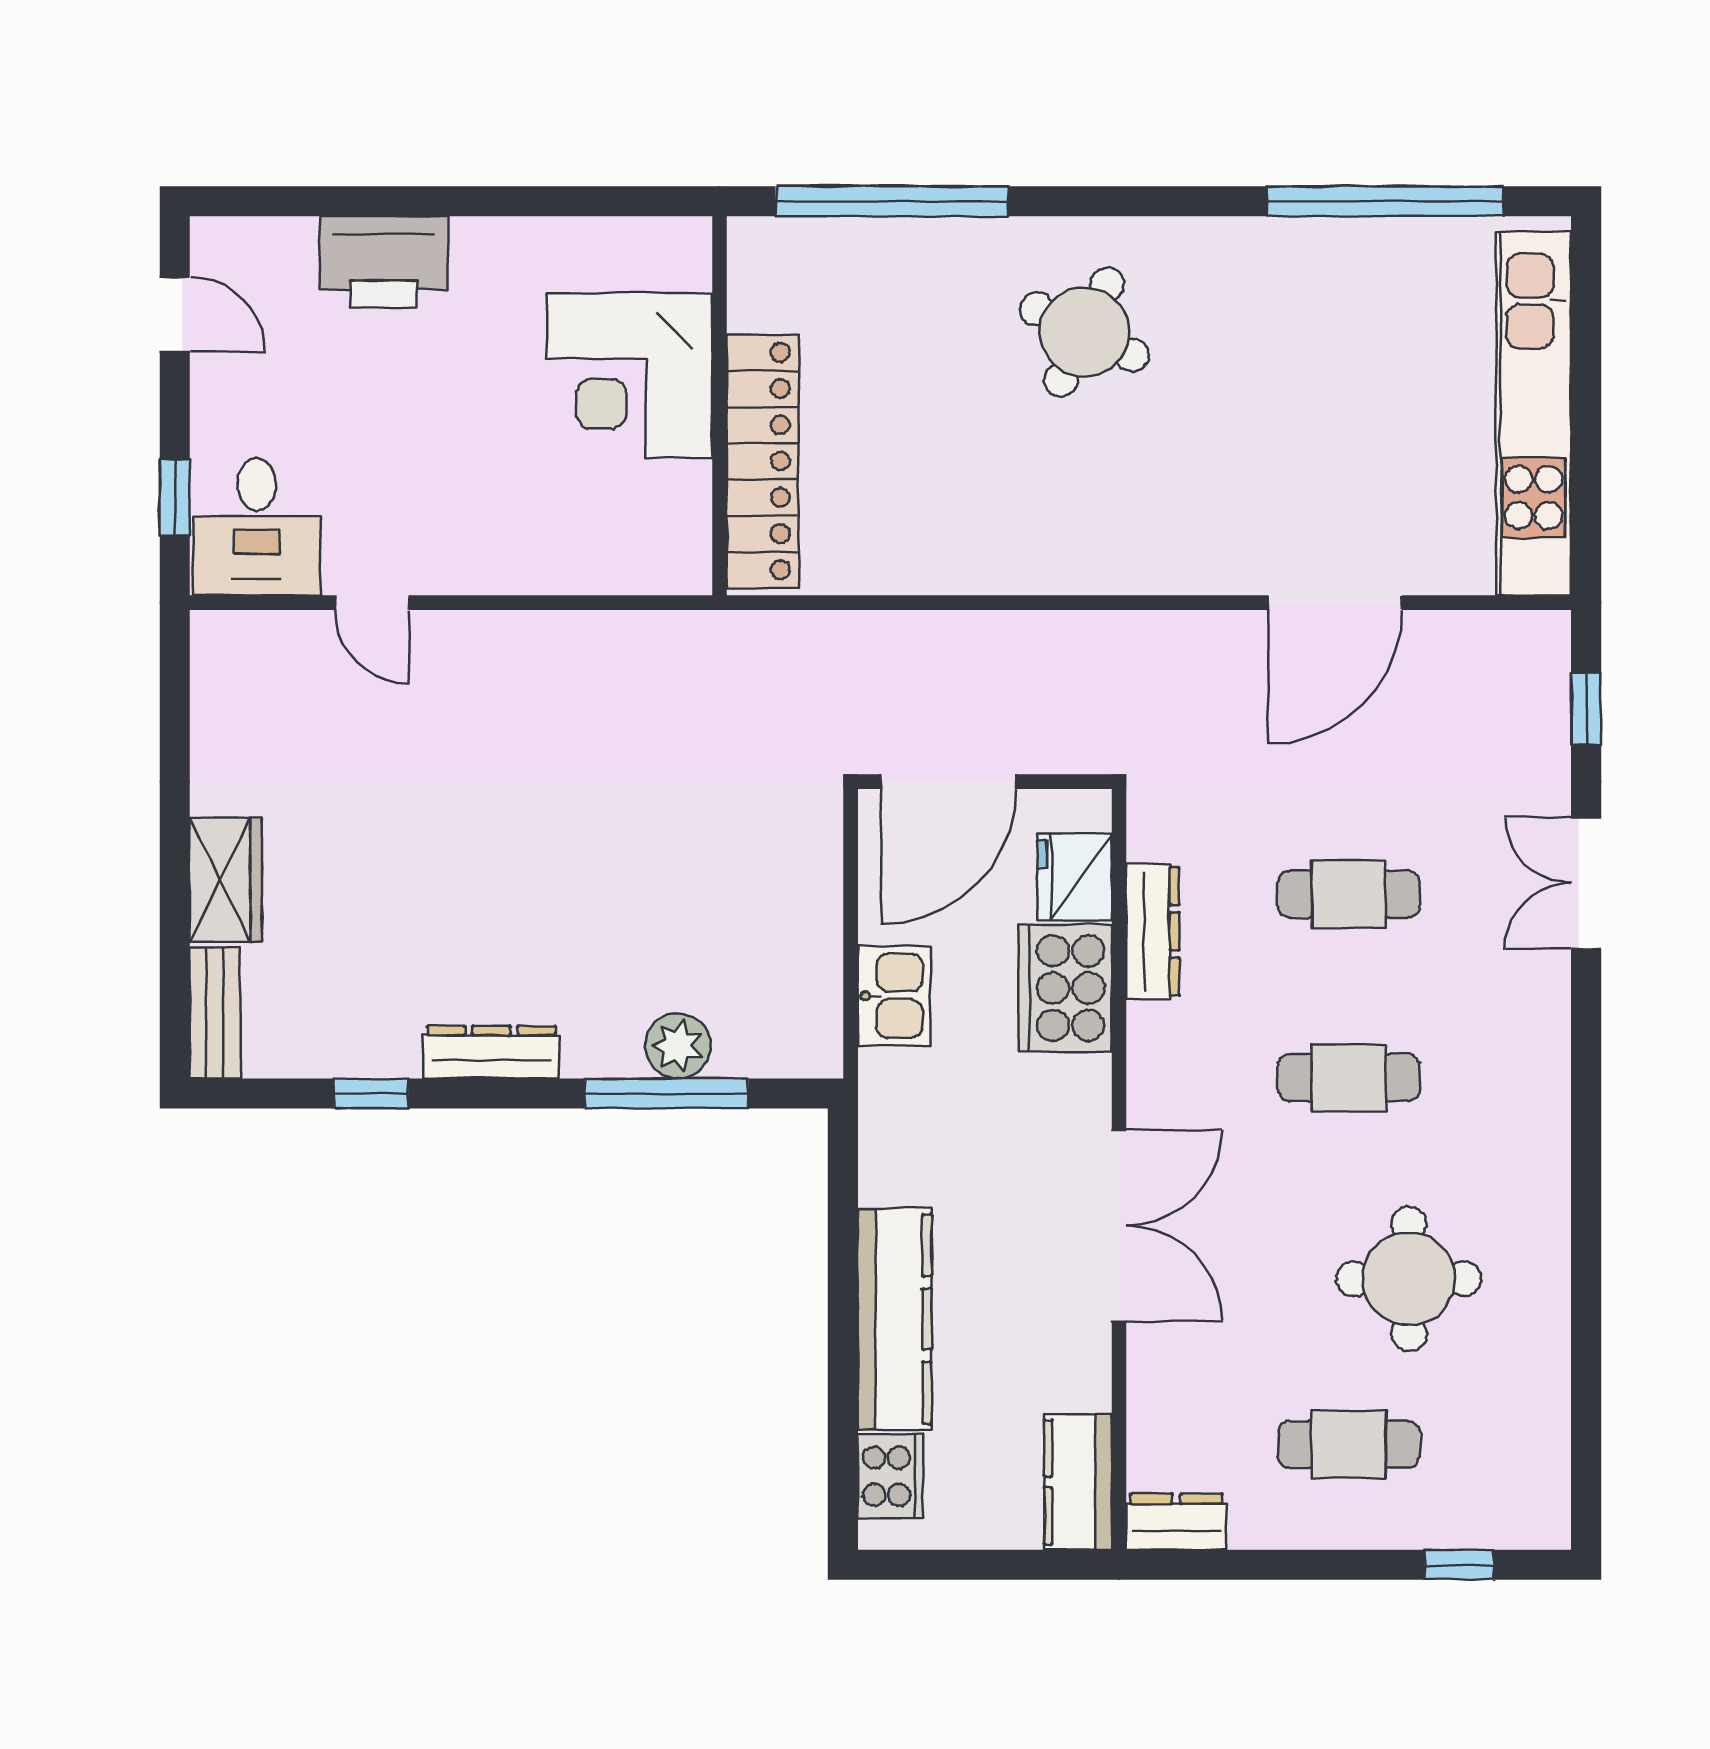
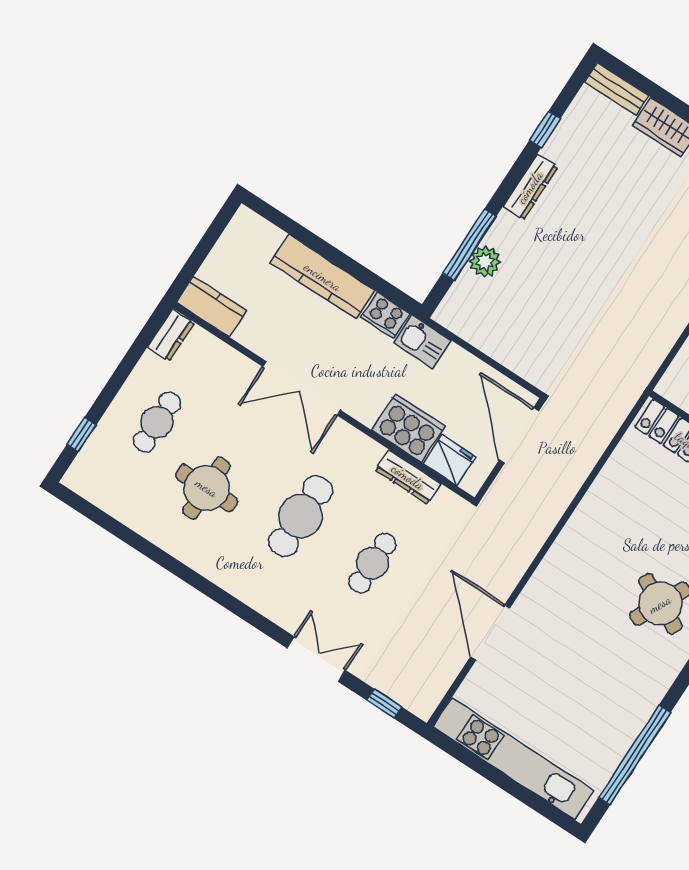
kitchen sink: (894, 996) -> (422, 342), moved
cafe table: (1349, 1078) -> (301, 516), width x1.37, depth x1.35
cooker: (890, 1476) -> (385, 315), moved

